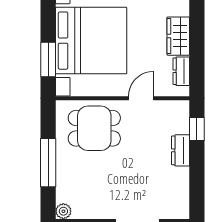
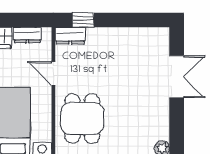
dresser: (181, 150) -> (70, 36), moved

